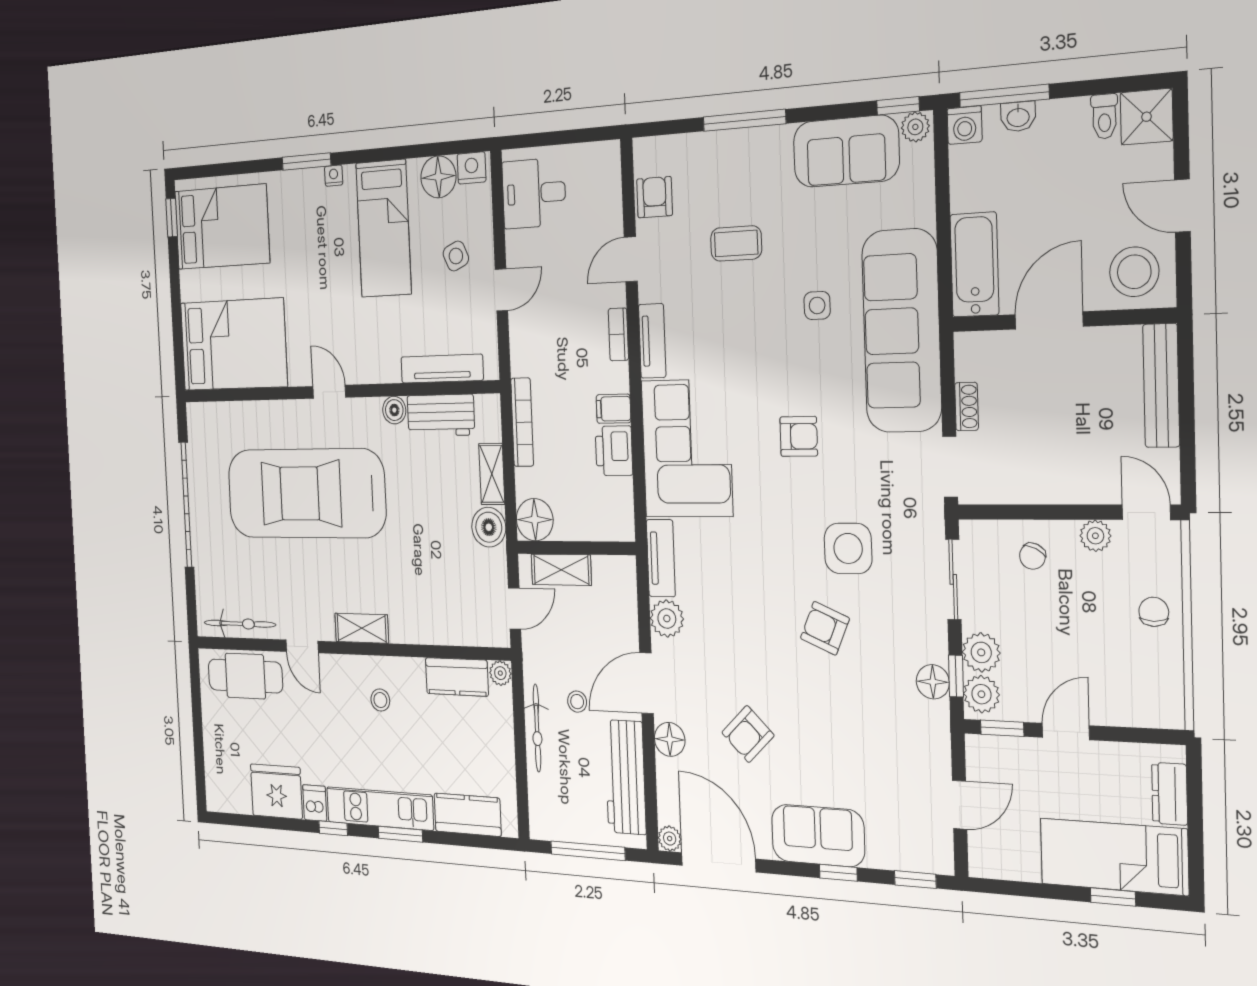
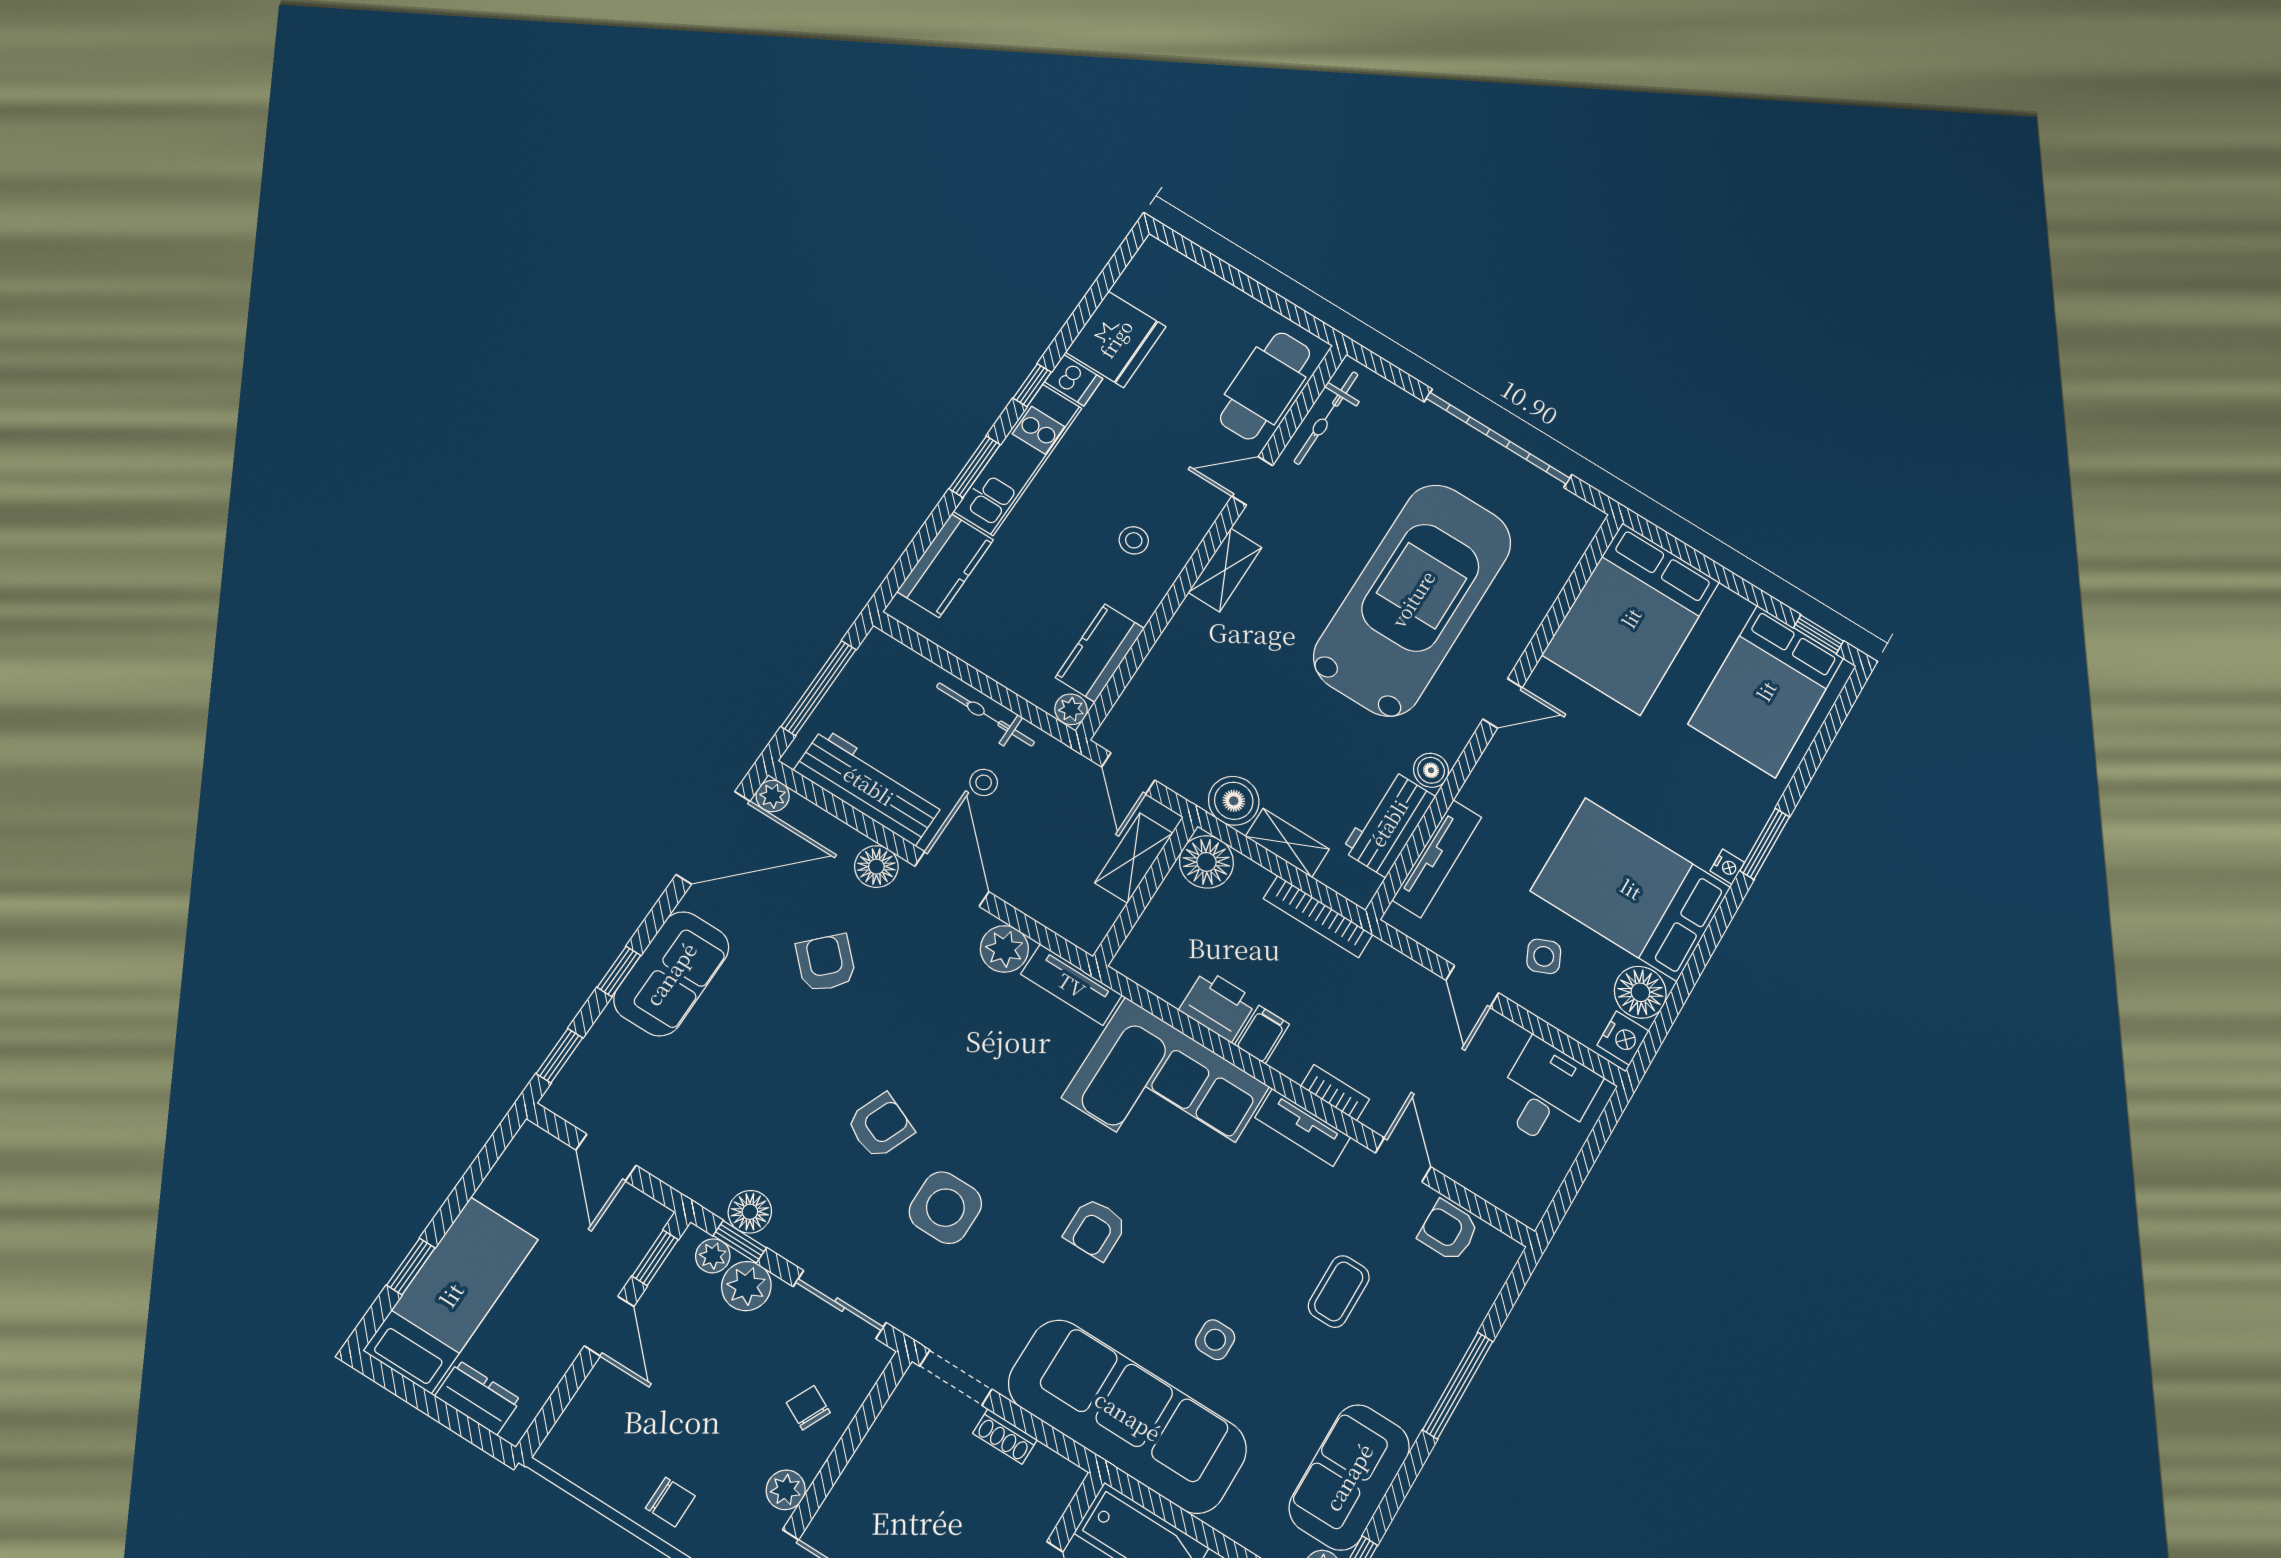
armchair: (655, 197) -> (1448, 1231), turned 180
bed: (384, 228) -> (1631, 889), width x1.50
plant: (981, 694) -> (713, 1256), width x0.73, depth x0.73

